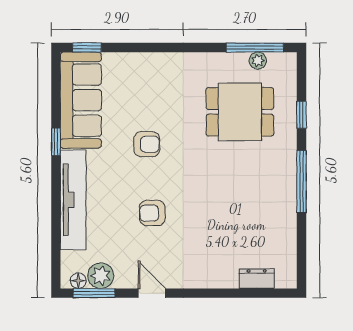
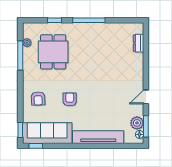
window: (255, 47) -> (20, 56), moved
window: (56, 142) -> (36, 146), moved
armchair: (152, 213) -> (38, 99), moved

